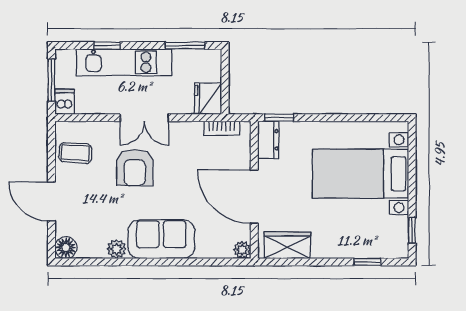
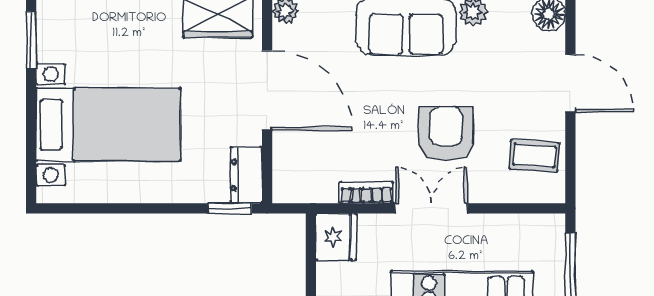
dishwasher: (65, 102) -> (551, 232), removed
bookcase: (222, 128) -> (366, 193), moved
window: (412, 230) -> (31, 40), width x1.50

